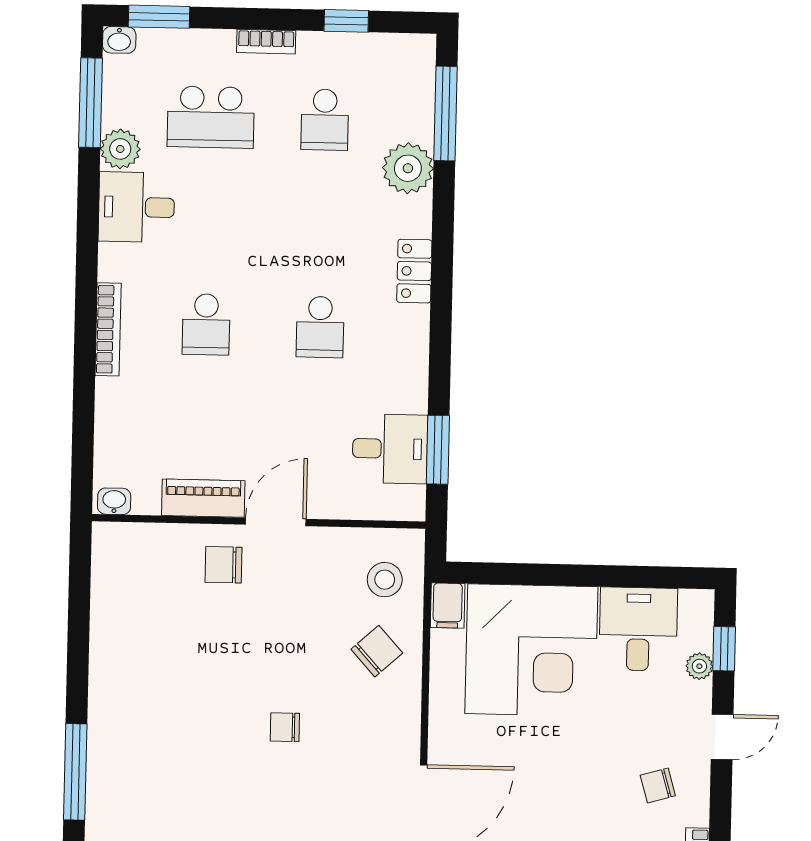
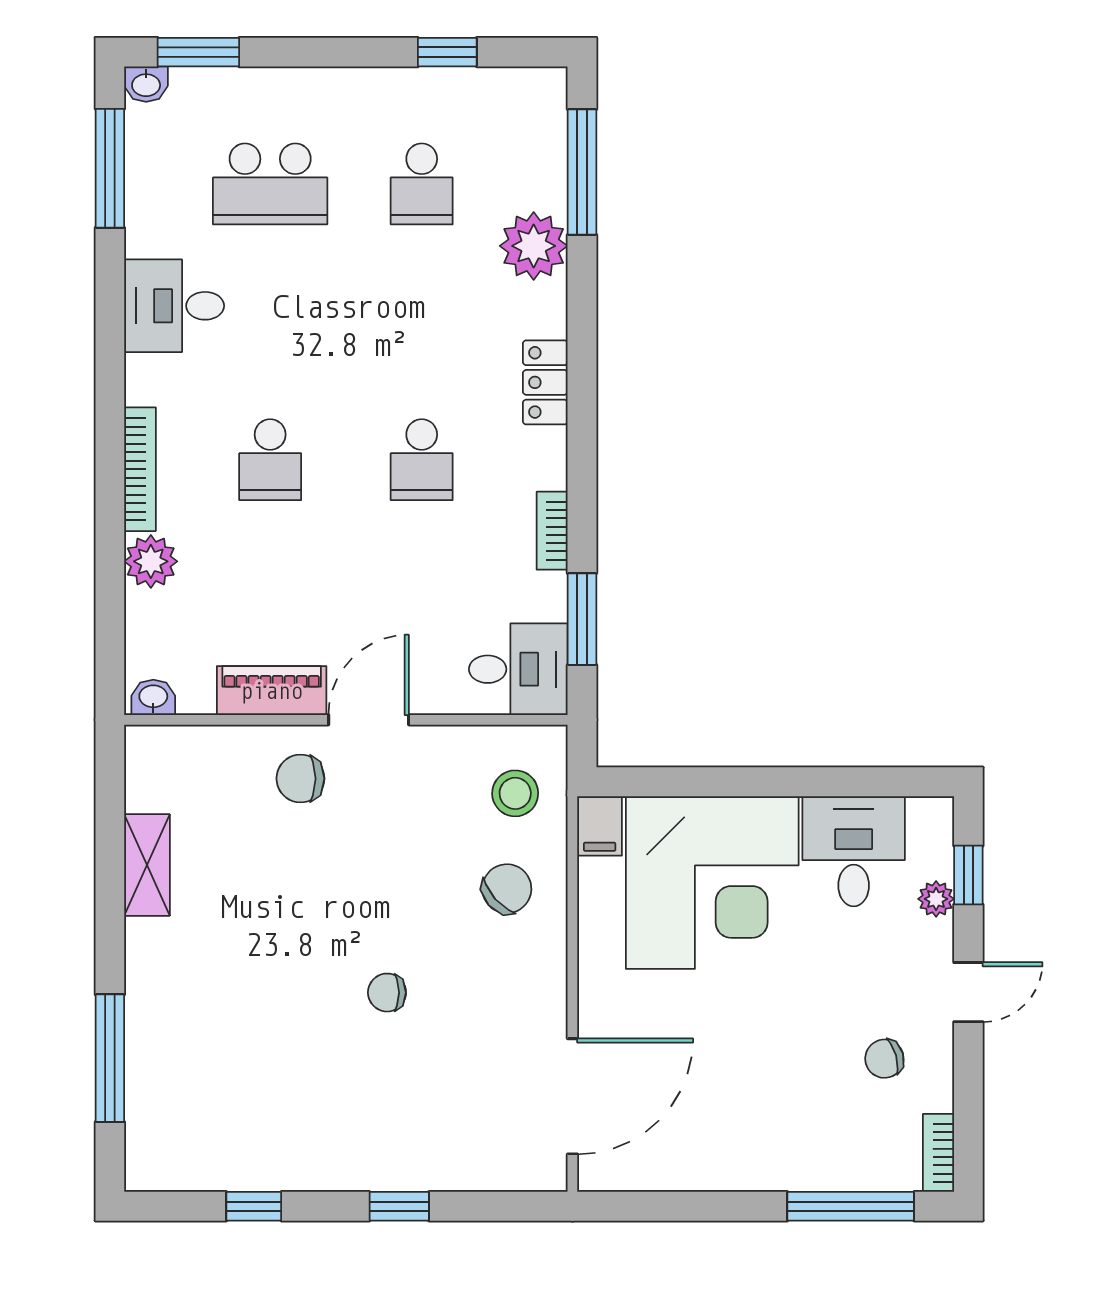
bookcase: (266, 42) -> (552, 531), moved, turned 90
plant: (120, 149) -> (151, 561), moved
desk: (390, 449) -> (518, 669), moved
shelving: (107, 627) -> (147, 865), added

